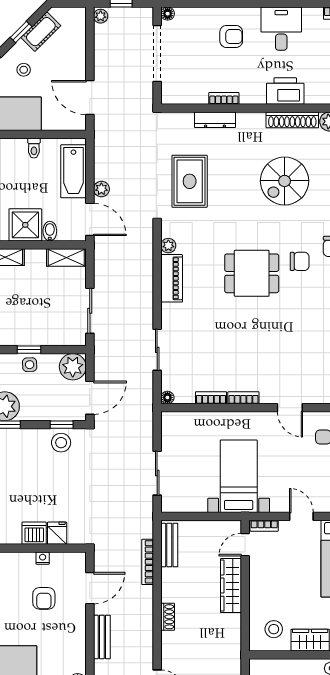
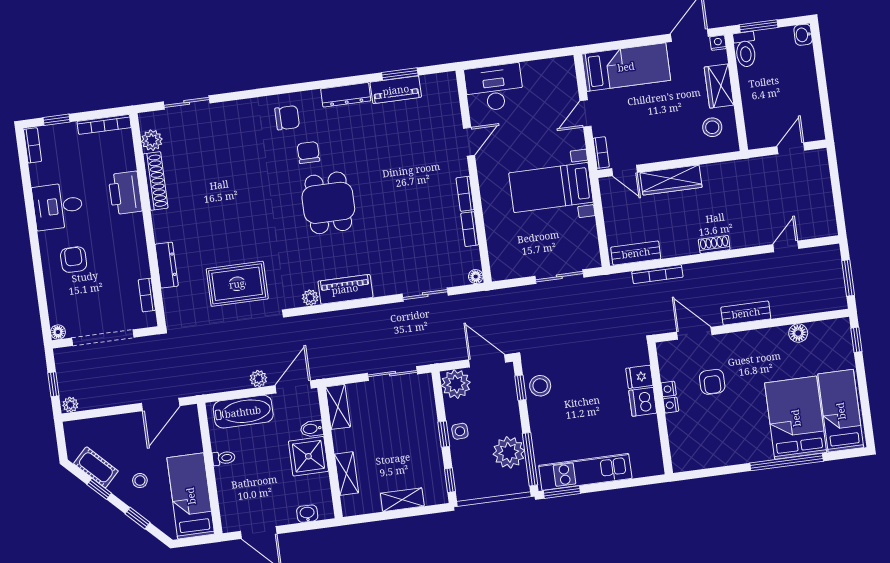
bookcase: (224, 98) -> (147, 295), moved
spiral stairs: (285, 181) -> (223, 181), removed
nightstand: (28, 558) -> (671, 405), added
armchair: (44, 598) -> (712, 382), turned 90

